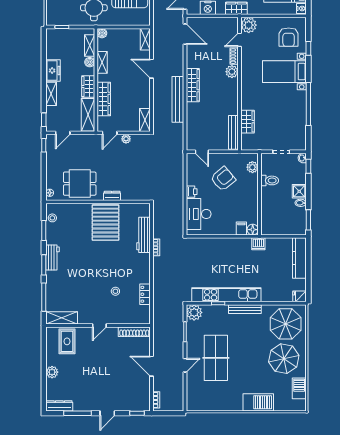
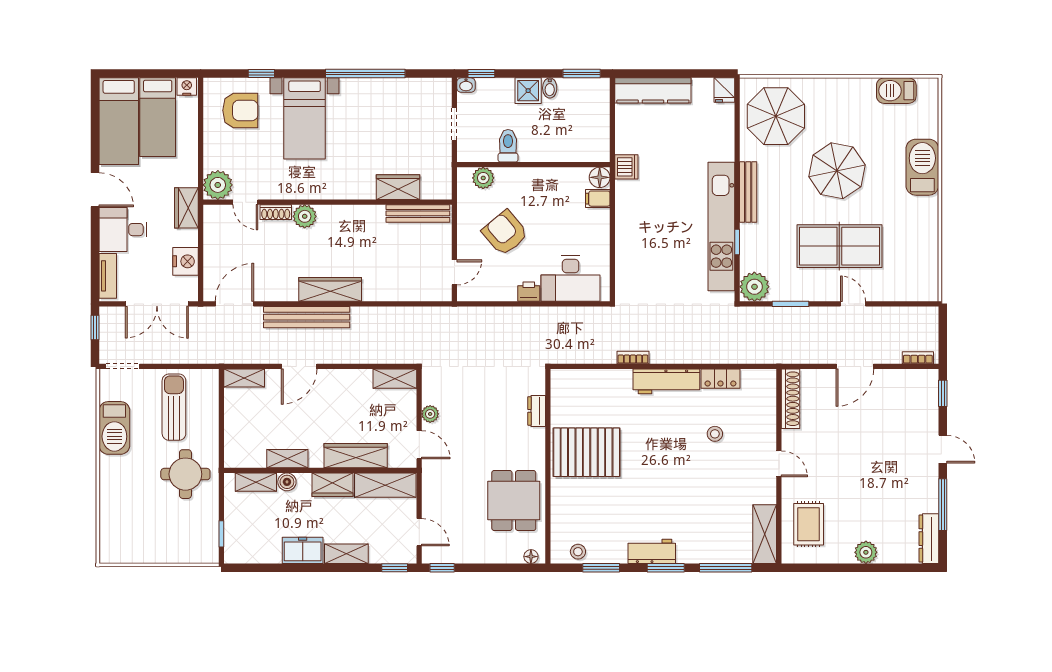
boiler: (102, 33) -> (233, 459), removed
bench: (178, 99) -> (307, 317), moved
dresser: (112, 196) -> (537, 411), moved
workbench: (144, 235) -> (666, 381), moved
rug: (67, 341) -> (809, 524), turned 90
parasol: (284, 359) -> (837, 171), moved

